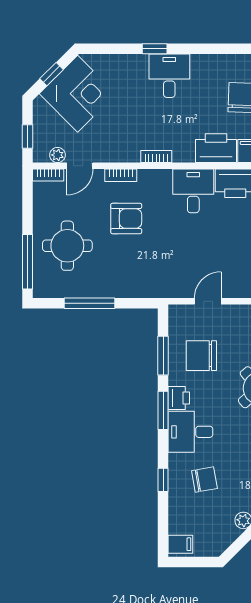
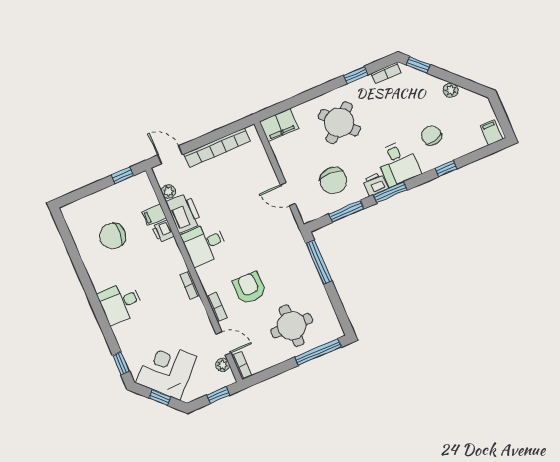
window: (155, 49) -> (121, 363), moved
printer: (216, 148) -> (163, 231), width x0.53, depth x0.68
window: (89, 303) -> (319, 262), moved

